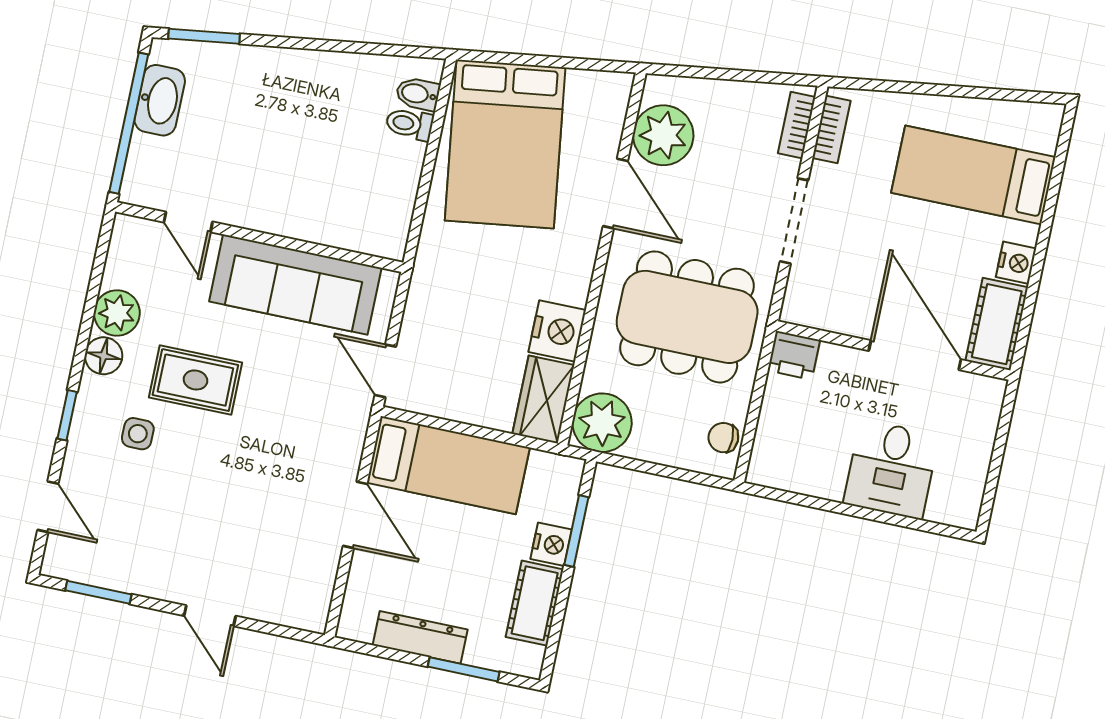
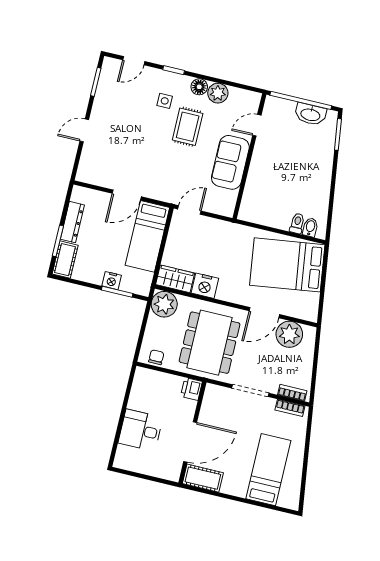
nightstand: (1016, 263) -> (229, 487), removed
sofa: (295, 285) -> (230, 162), width x0.73
cot: (535, 603) -> (65, 260), moved, turned 90

